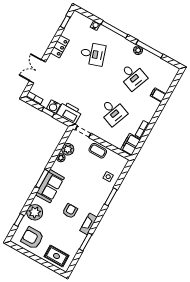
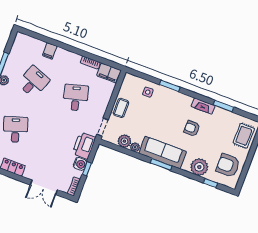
desk: (113, 112) -> (76, 98), turned -36
sofa: (50, 186) -> (163, 152), width x1.36
armchair: (32, 238) -> (228, 165), turned 90

